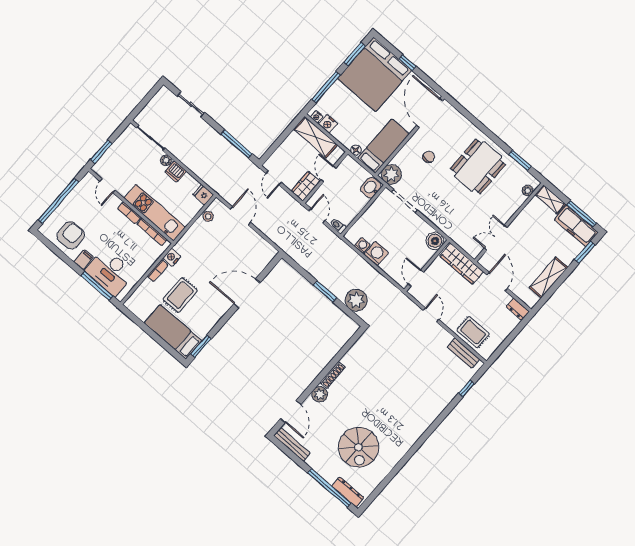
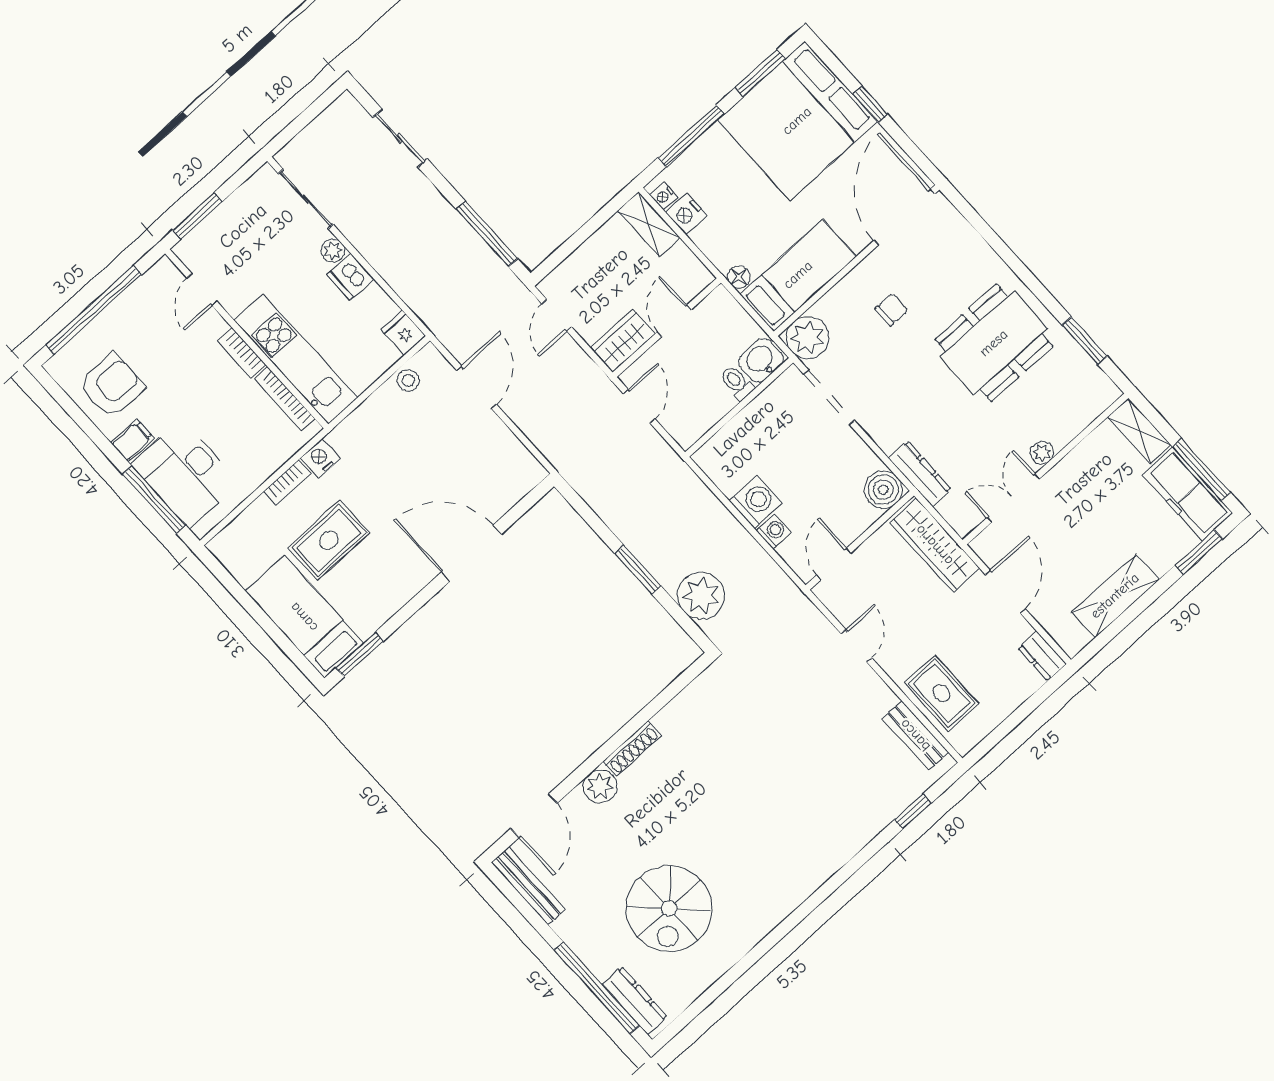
shelving: (315, 137) -> (649, 224), width x0.67, depth x0.75
plant: (528, 191) -> (1042, 453), moved
toilet: (338, 226) -> (737, 383), moved
dresser: (451, 231) -> (920, 474), added
washing machine: (362, 245) -> (774, 531), moved

